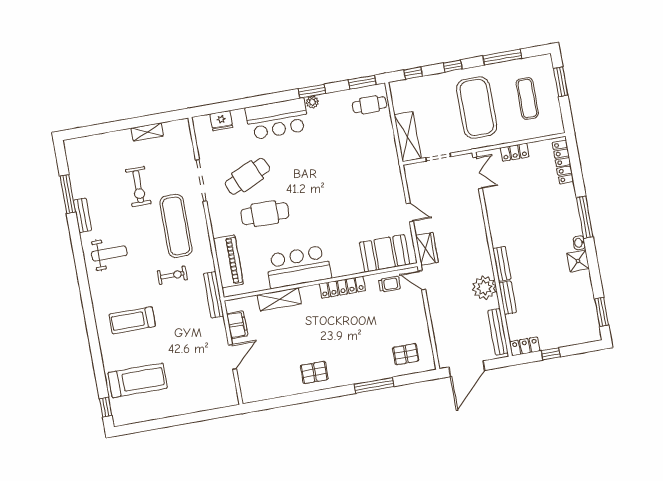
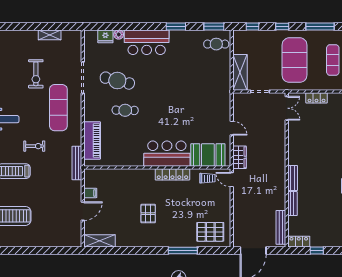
plant: (312, 102) -> (119, 35), moved
cafe table: (247, 176) -> (117, 81), turned 38
cafe table: (265, 214) -> (125, 110), width x0.73, depth x0.74
bar counter: (298, 267) -> (167, 154), moved
exercise bike: (172, 275) -> (34, 146), moved
plant: (484, 288) -> (277, 193), removed
shelving: (279, 299) -> (100, 241), moved
filing cabinet: (237, 325) -> (90, 193), width x0.50
pallet: (406, 354) -> (210, 232), width x1.50, depth x1.42
pallet: (314, 372) -> (148, 214), moved, turned 90

